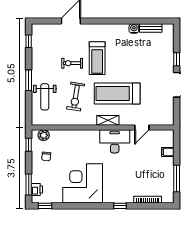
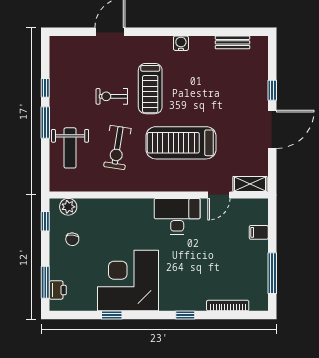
water cooler: (134, 28) -> (181, 43), moved
window: (29, 41) -> (45, 88), moved
shelving: (108, 120) -> (250, 184), moved
window: (45, 206) -> (112, 315), moved

